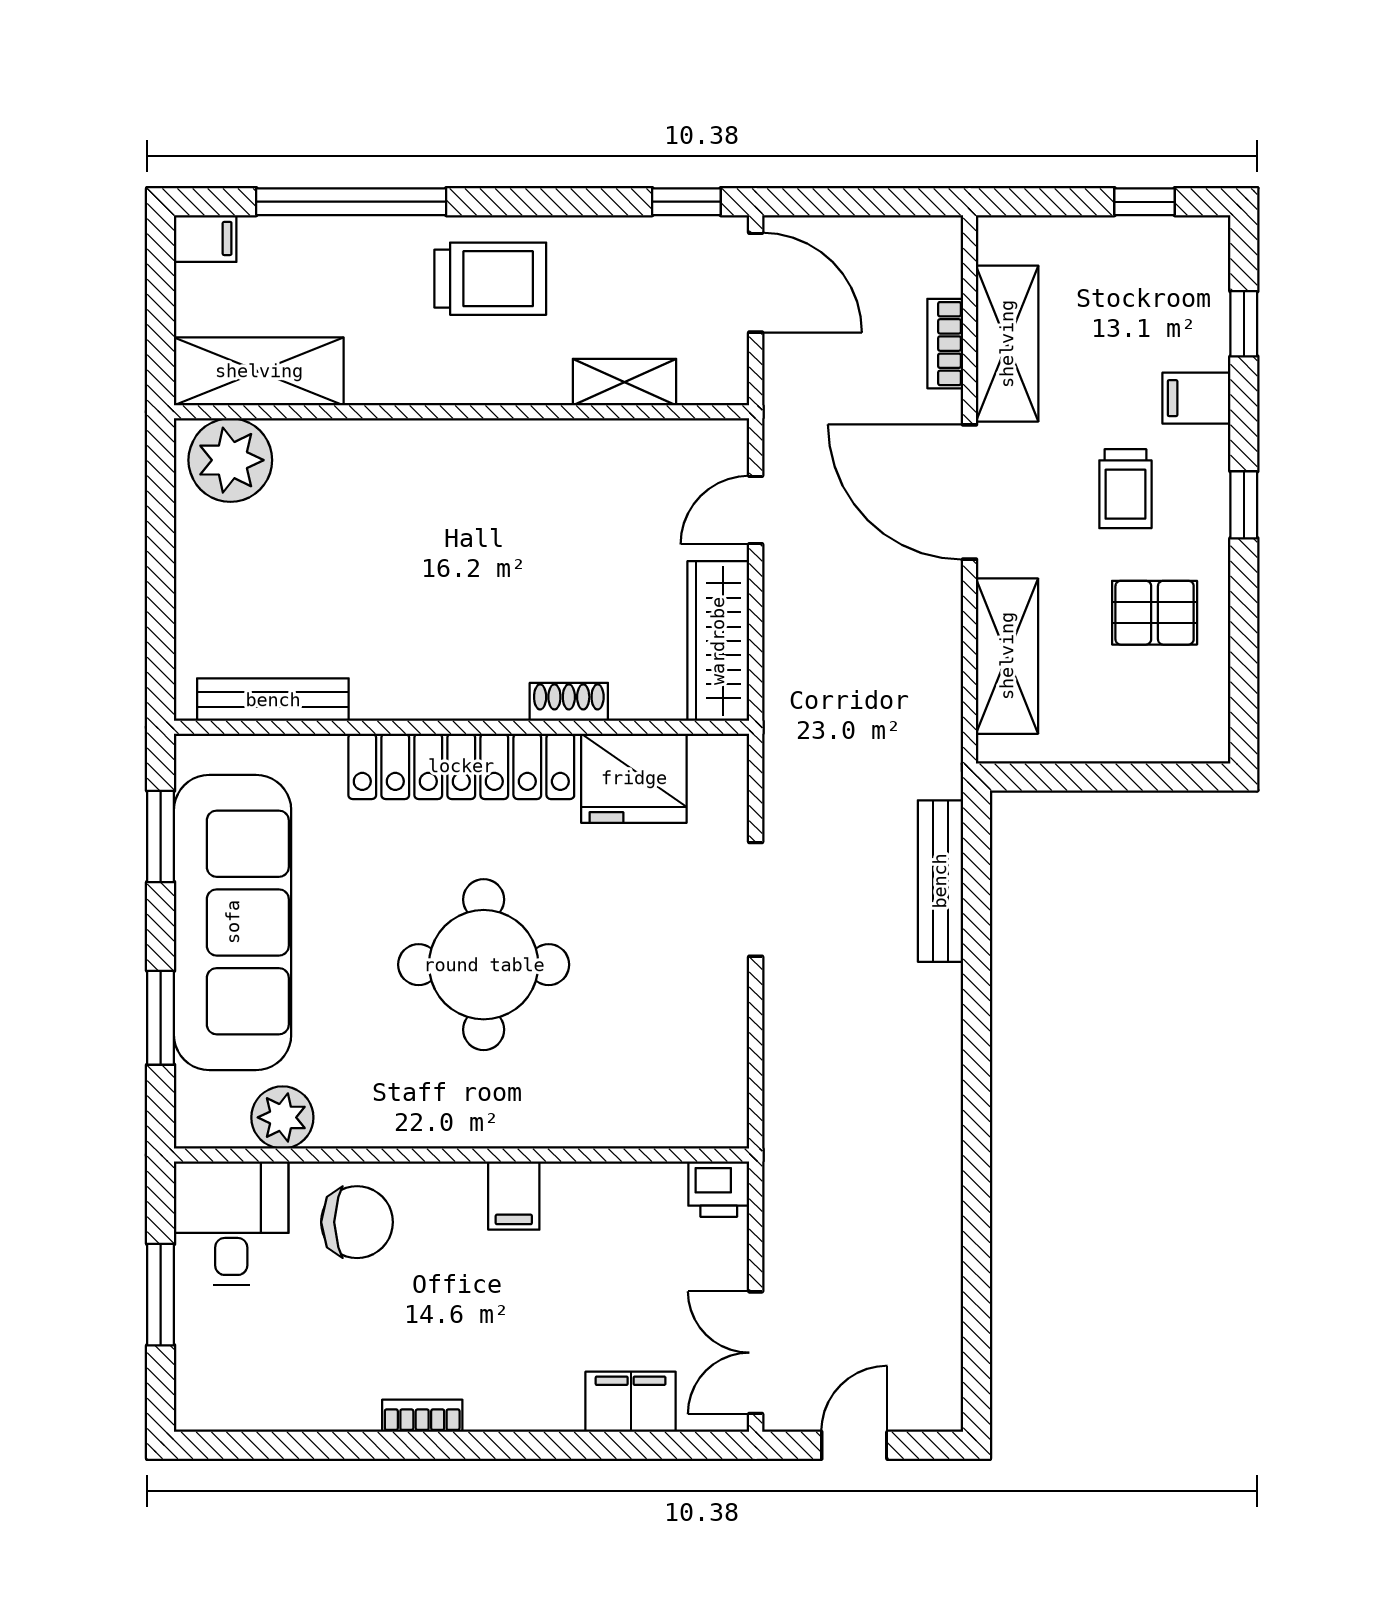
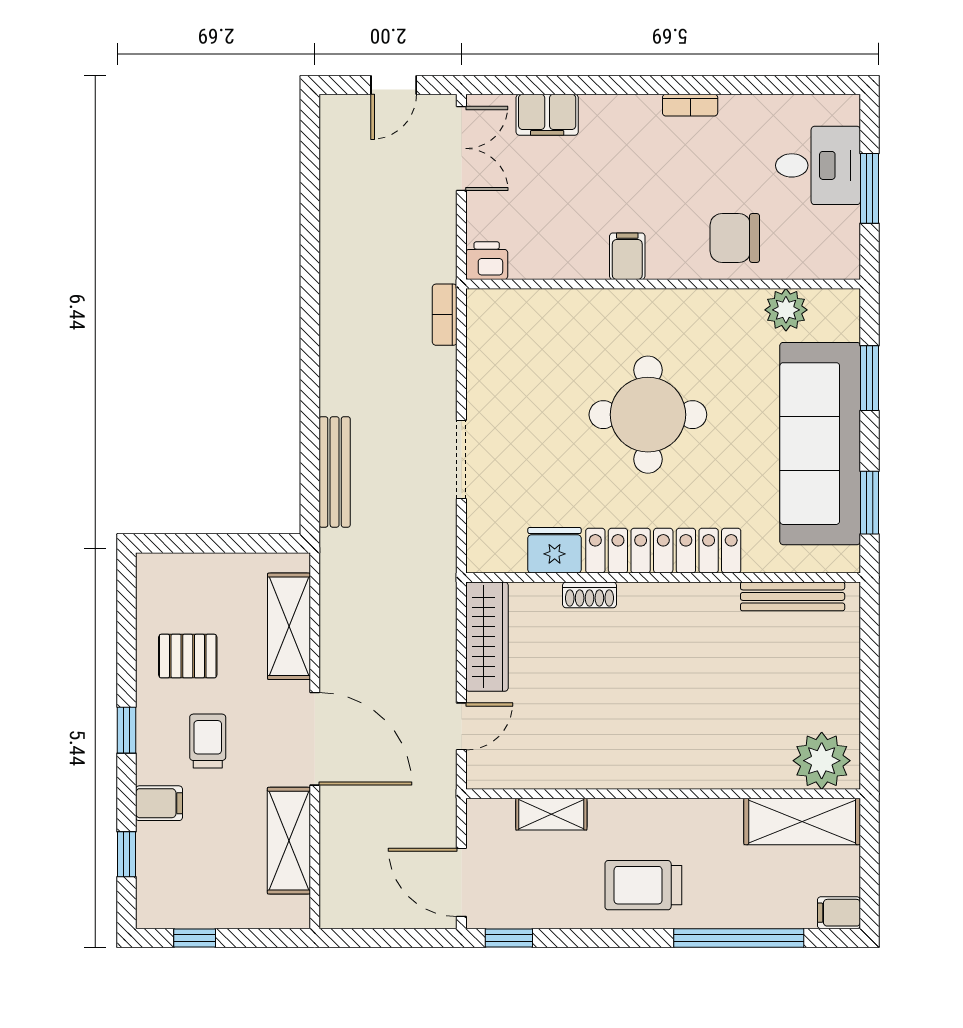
bookcase: (945, 344) -> (445, 315), moved, turned 180
fridge: (634, 778) -> (555, 550), width x0.73, depth x0.75
desk: (231, 1223) -> (818, 165), moved, turned -90

